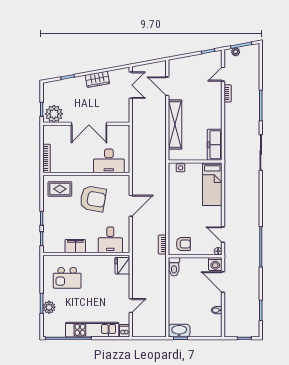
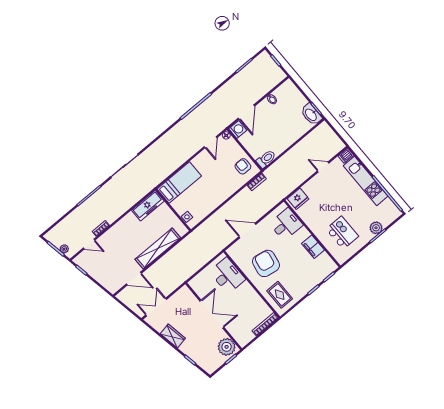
door: (167, 86) -> (134, 279), hinge flipped

